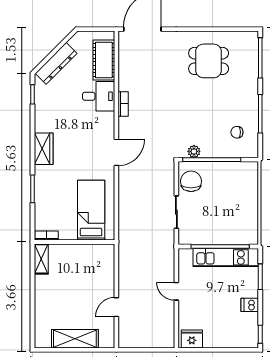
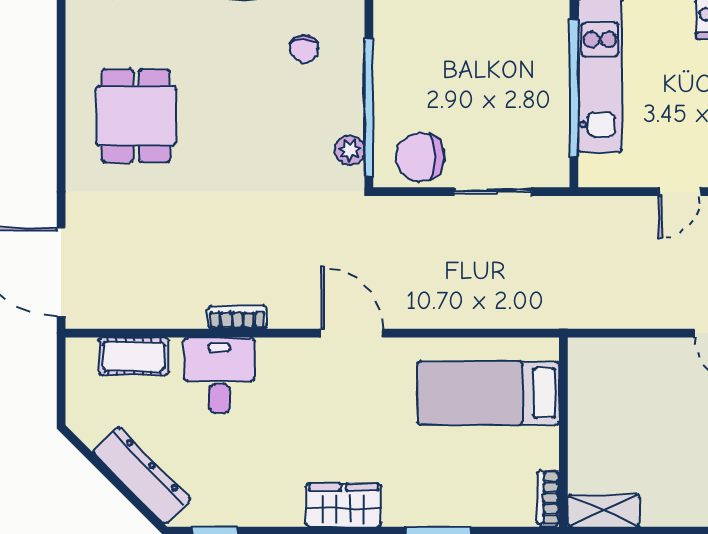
cot: (104, 60) -> (134, 356), width x0.73, depth x0.75

